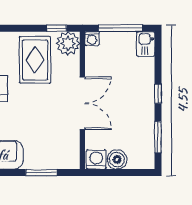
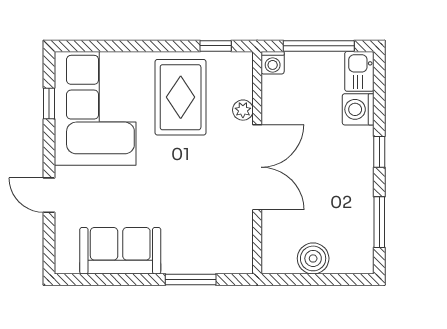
plant: (68, 43) -> (243, 110), moved, width x0.53, depth x0.53
washing machine: (96, 159) -> (358, 109), moved, turned -90

